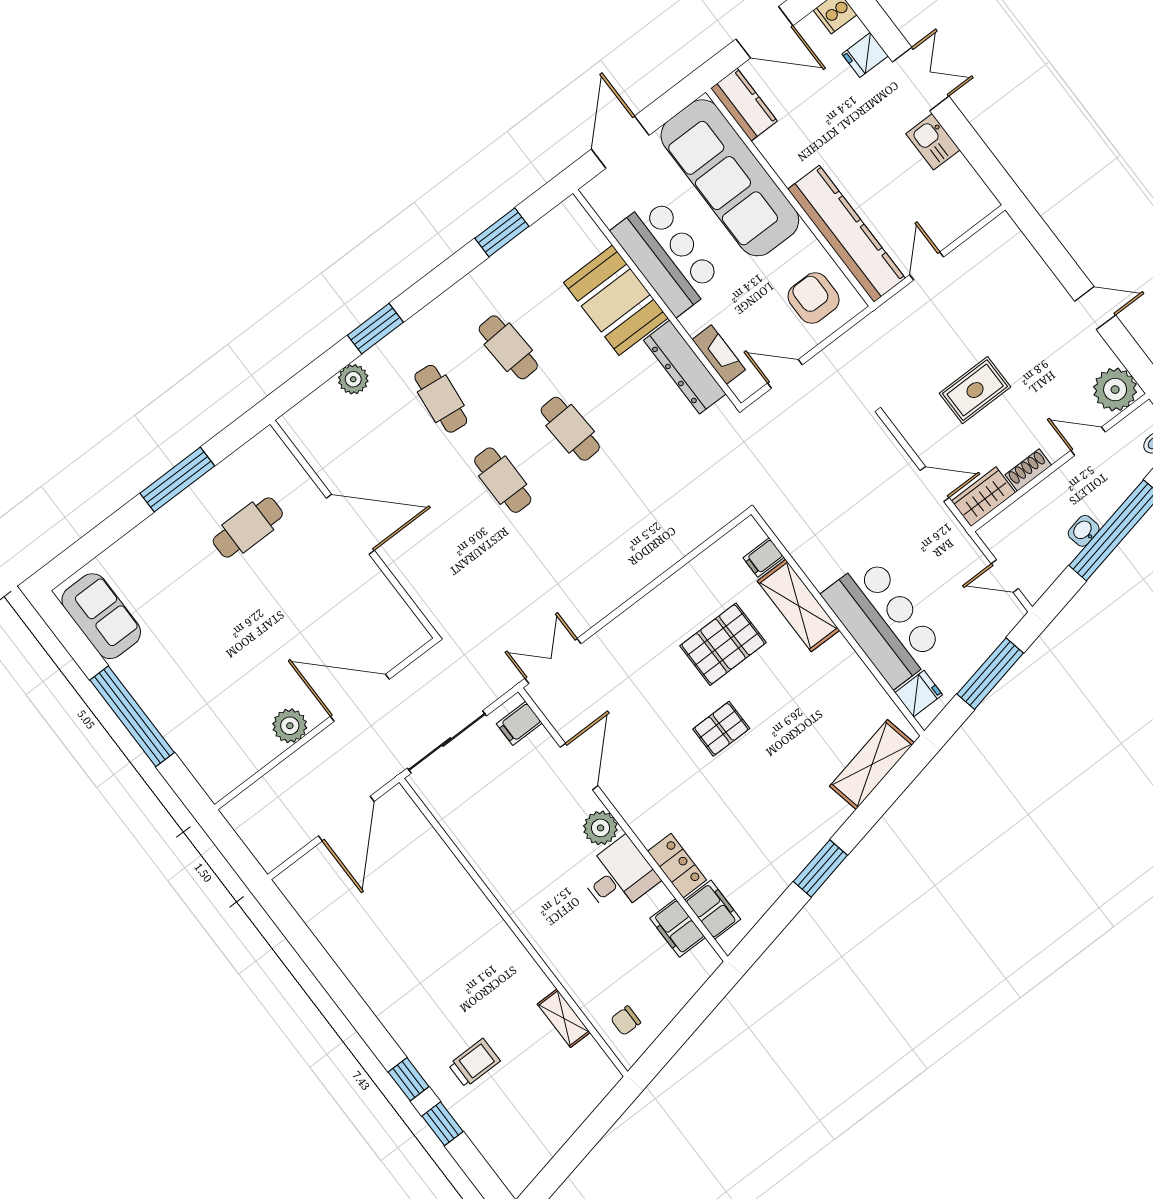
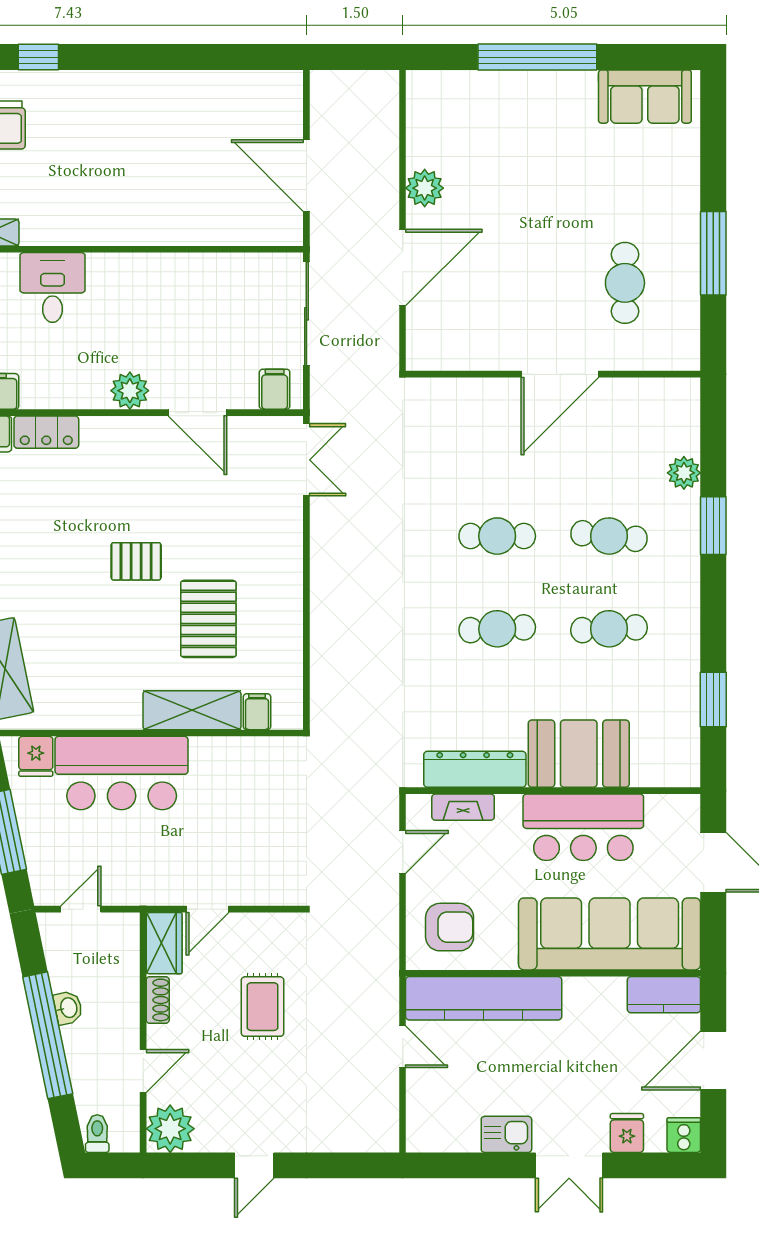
pallet: (721, 729) -> (136, 561), turned 90
desk: (619, 876) -> (53, 287), moved, turned 180

